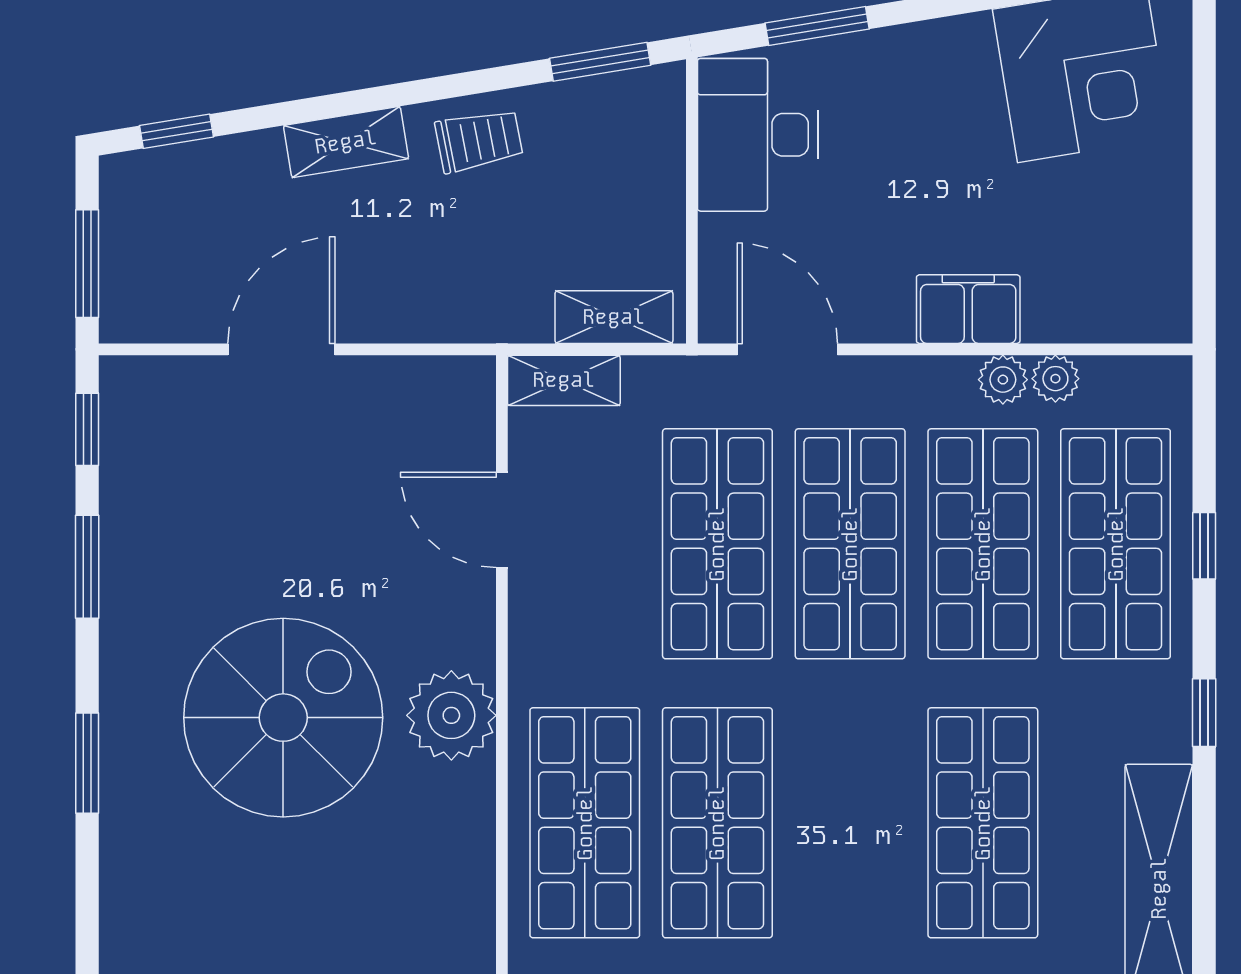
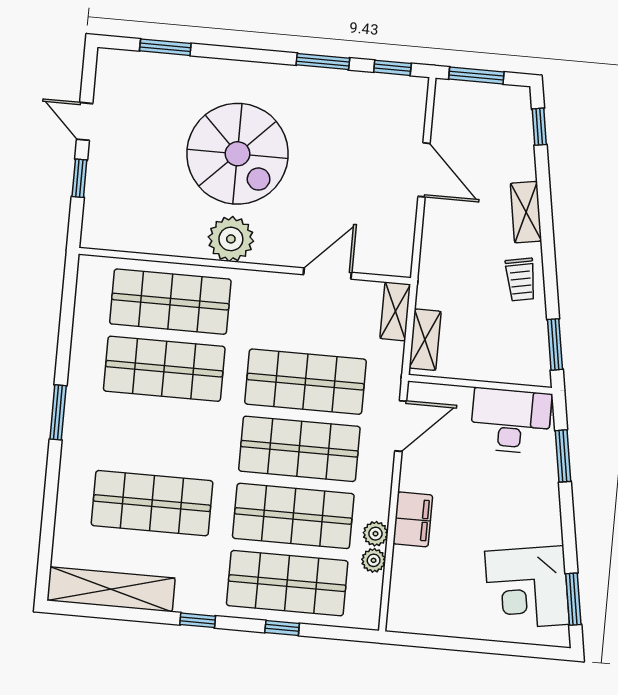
window: (87, 763) -> (165, 47), moved

